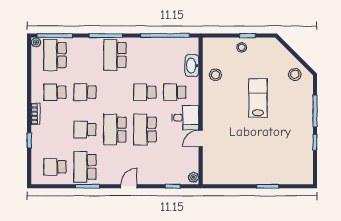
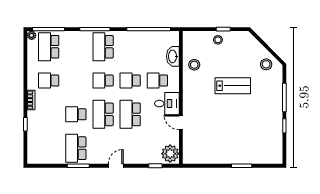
school desk: (85, 92) -> (103, 81), moved
lab bench: (258, 98) -> (233, 86), turned 90
door: (201, 138) -> (181, 122), hinge flipped
school desk: (55, 167) -> (49, 148), removed
plant: (194, 177) -> (170, 154), width x1.88, depth x1.88

